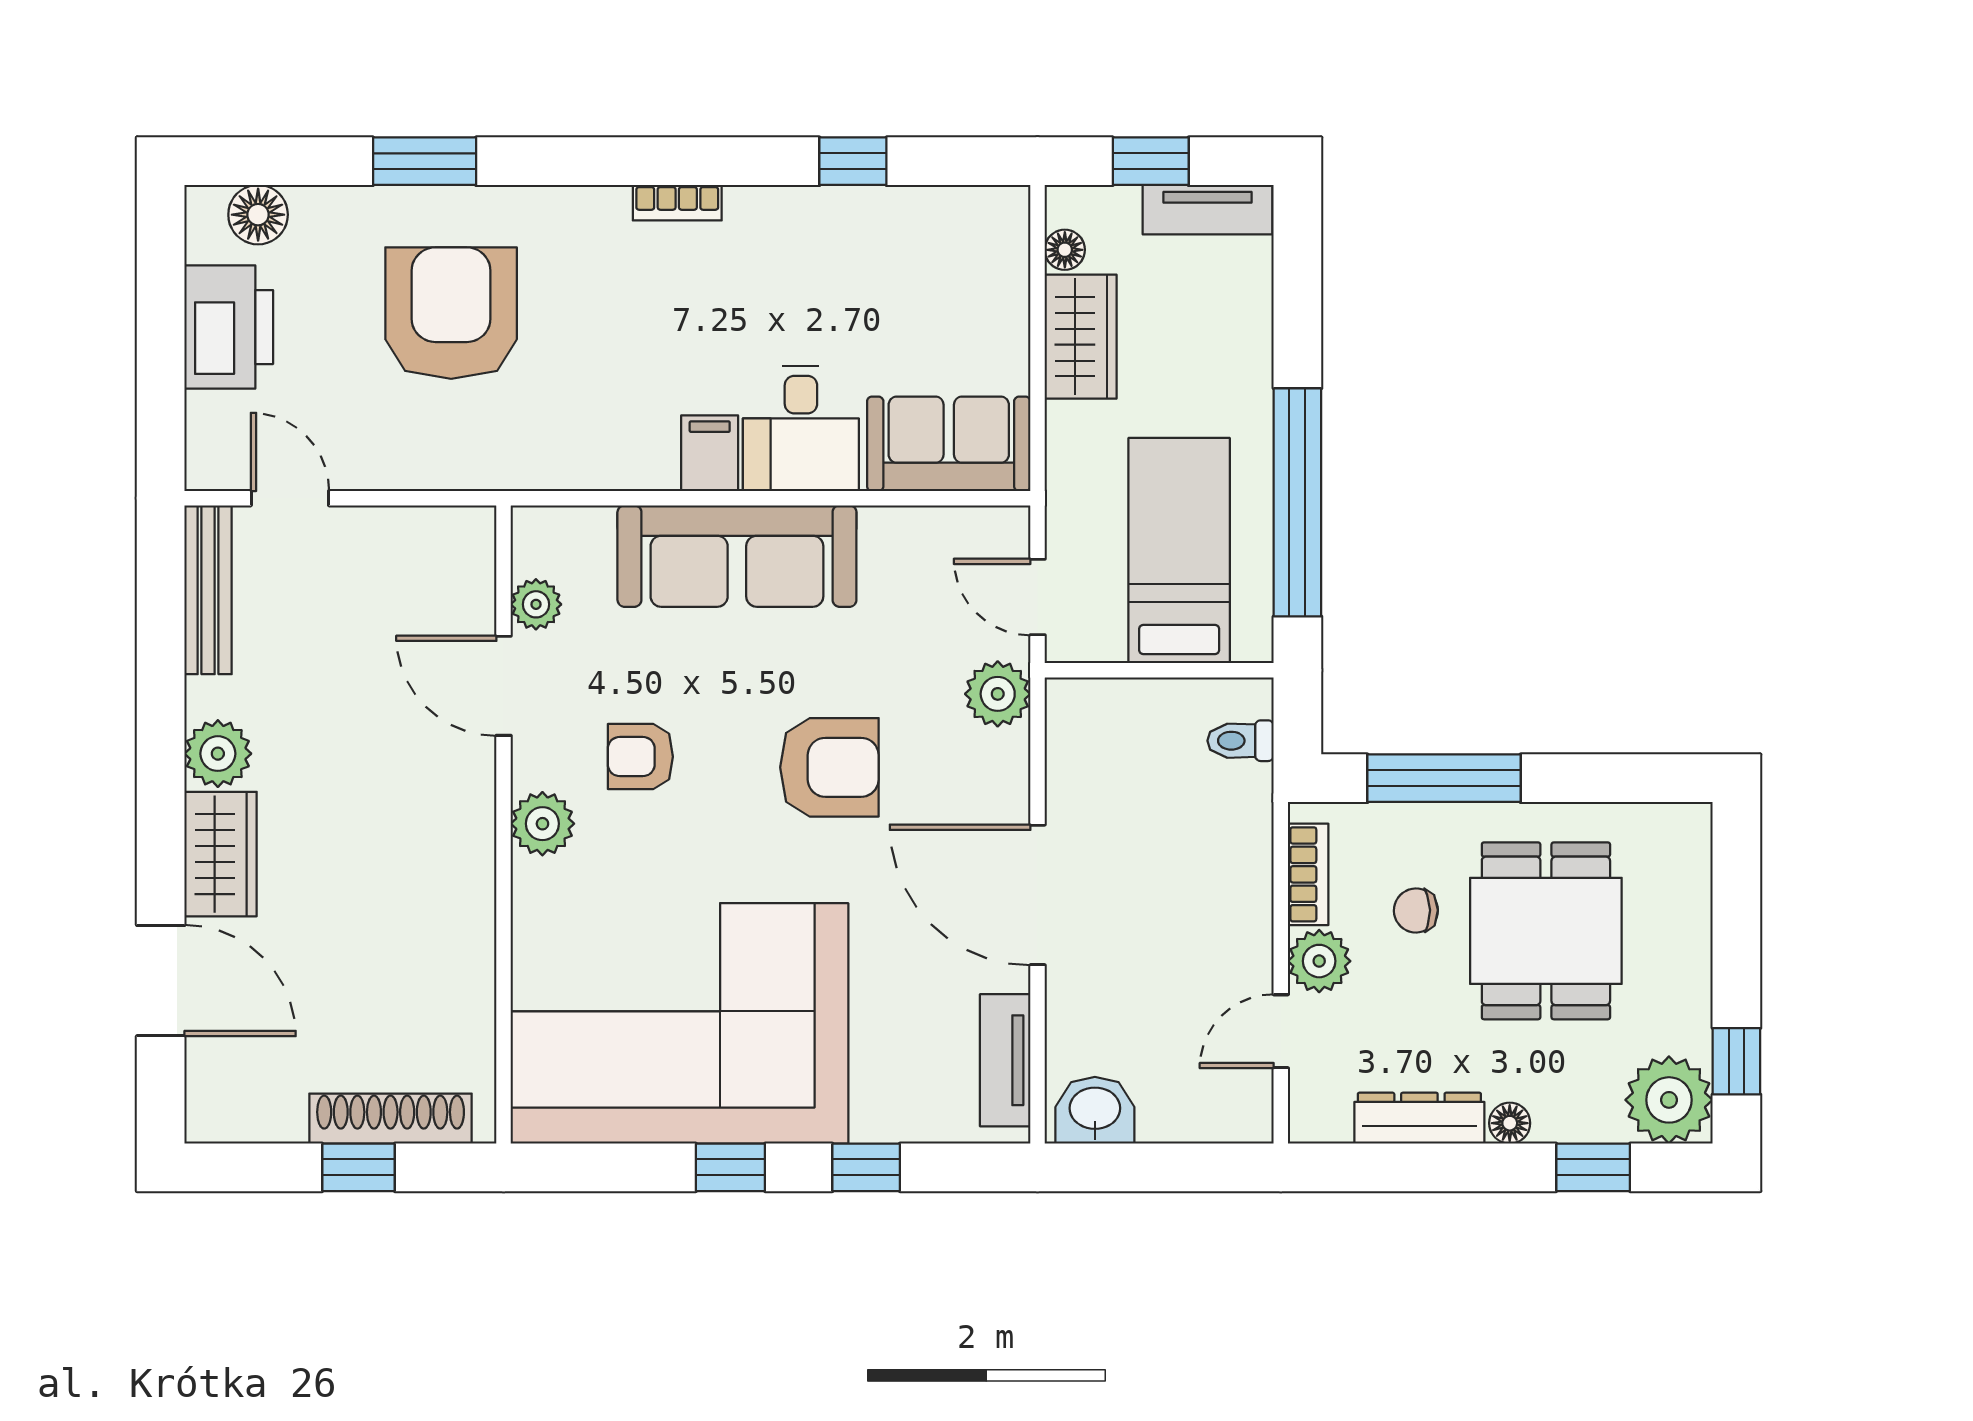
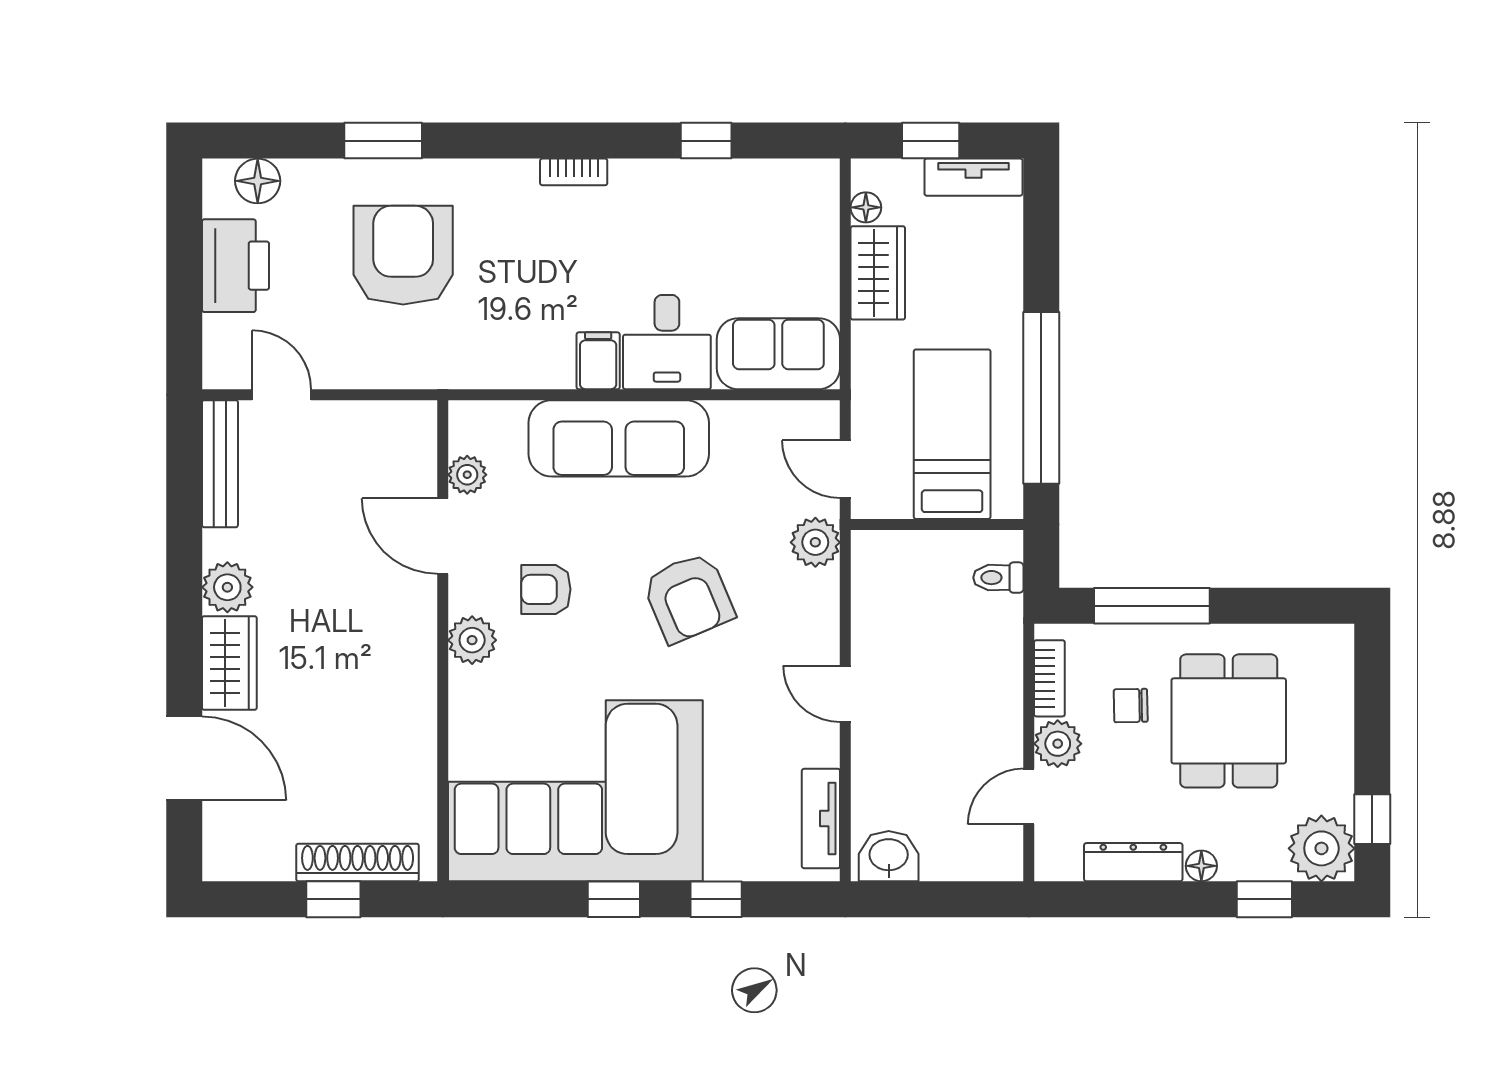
armchair: (829, 767) -> (688, 598), turned 67
door: (1038, 895) -> (845, 694), width x0.53

